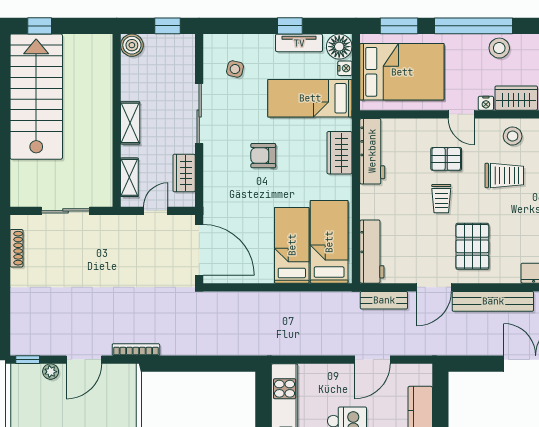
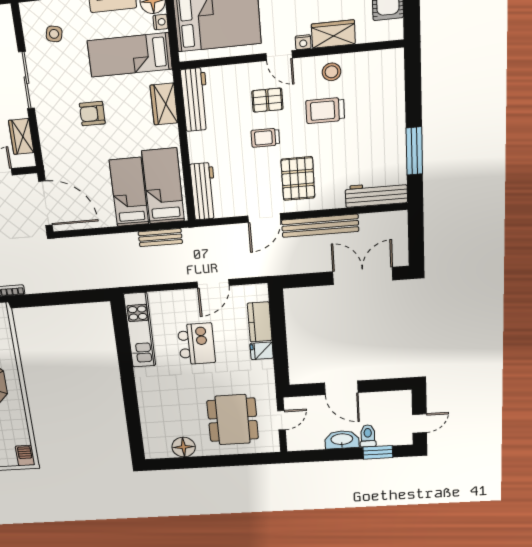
trolley: (504, 175) -> (325, 110), turned 180
trolley: (441, 199) -> (265, 138), turned 90
bench: (384, 300) -> (160, 238), moved

